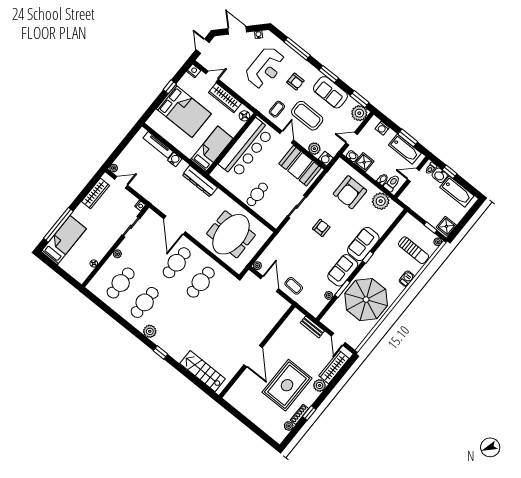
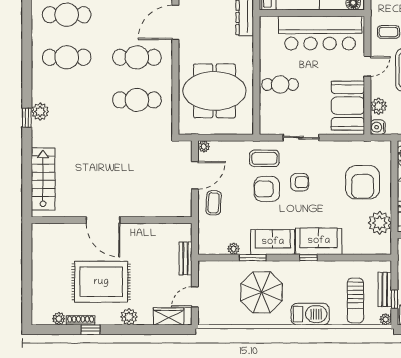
armchair: (350, 192) -> (363, 182), turned -90
bench: (421, 229) -> (385, 289), added
coffee table: (292, 237) -> (264, 158), added
armchair: (310, 249) -> (267, 189), added
barbecue: (407, 279) -> (310, 314), width x1.88, depth x1.53
parasol: (366, 300) -> (261, 292), width x0.73, depth x0.73
plant: (150, 331) -> (40, 112), moved
door: (253, 356) -> (103, 220), hinge flipped
wardrobe: (334, 367) -> (169, 316), width x0.67

